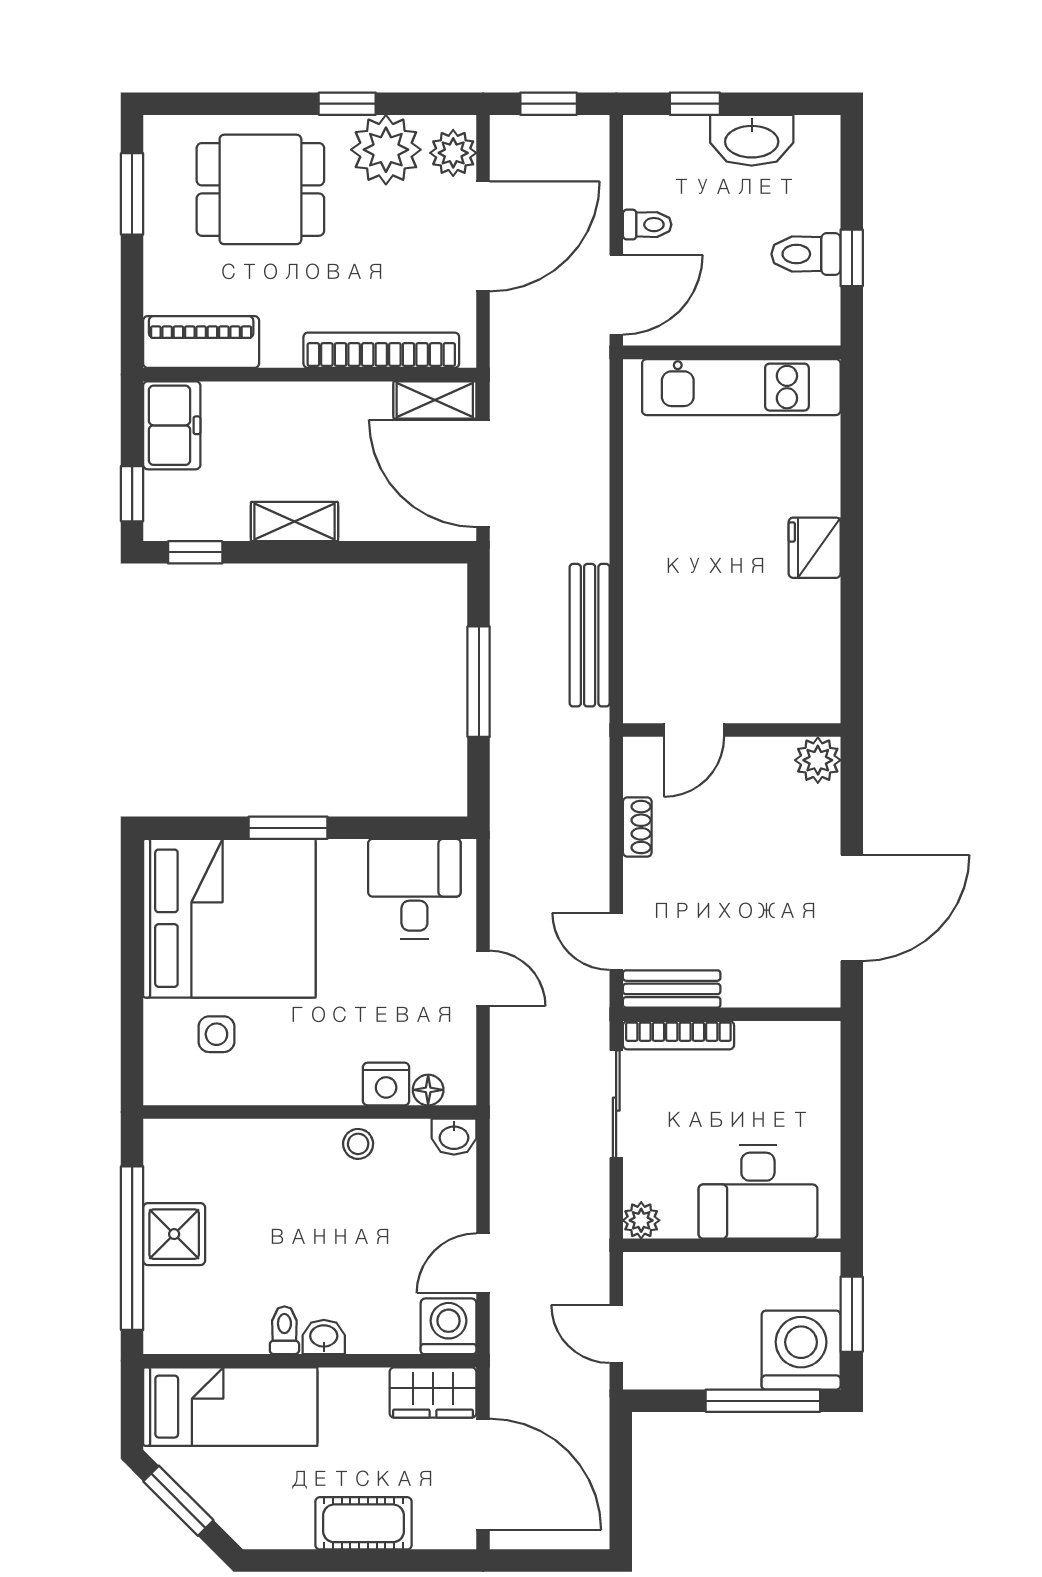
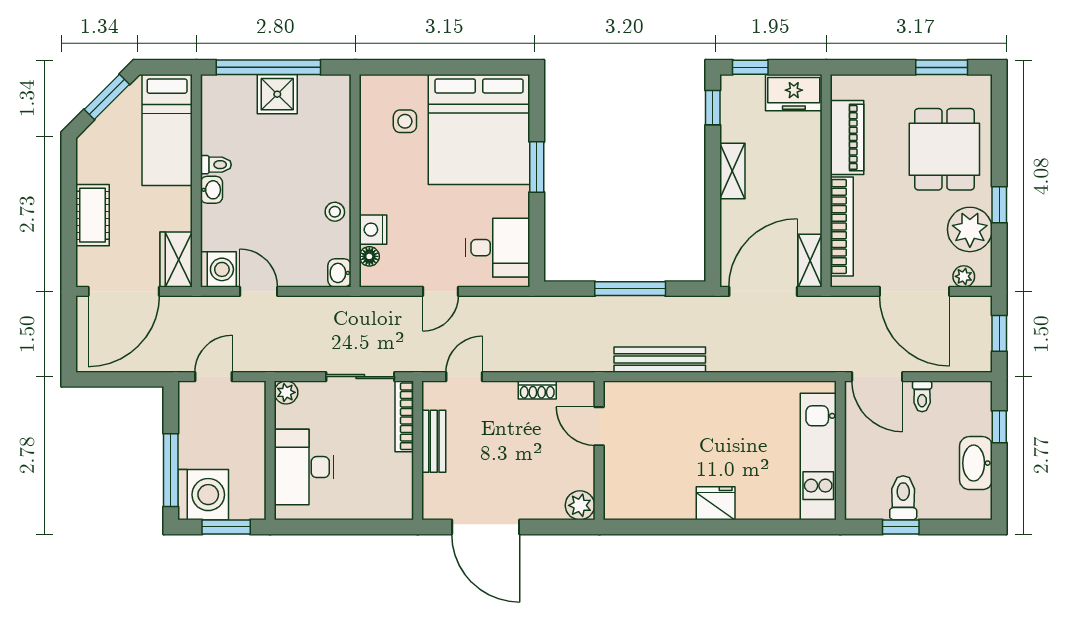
plant: (453, 153) -> (964, 276), width x0.73, depth x0.73
piano: (201, 342) -> (847, 137), moved
bench: (672, 989) -> (434, 441), moved

